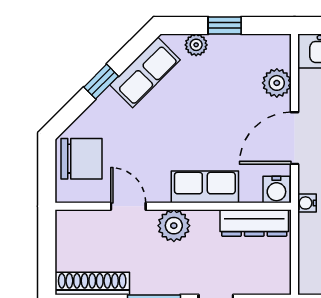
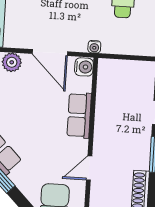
dresser: (254, 223) -> (106, 83), removed
plant: (174, 226) -> (104, 138), removed

